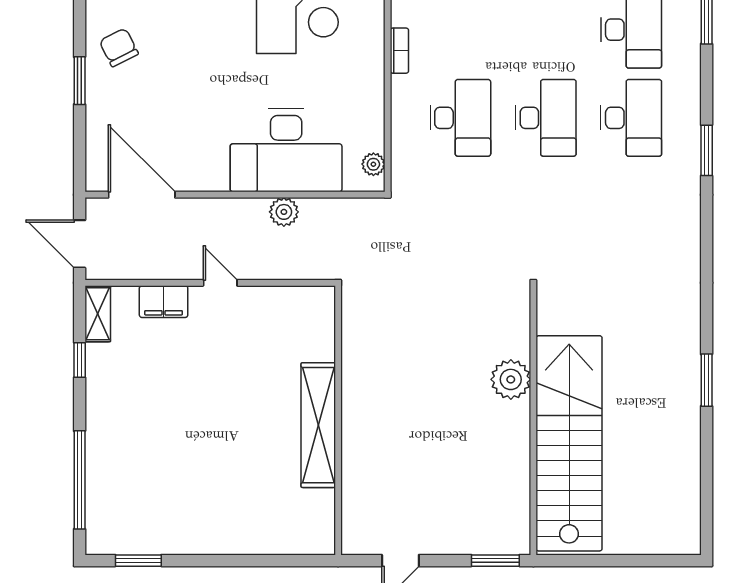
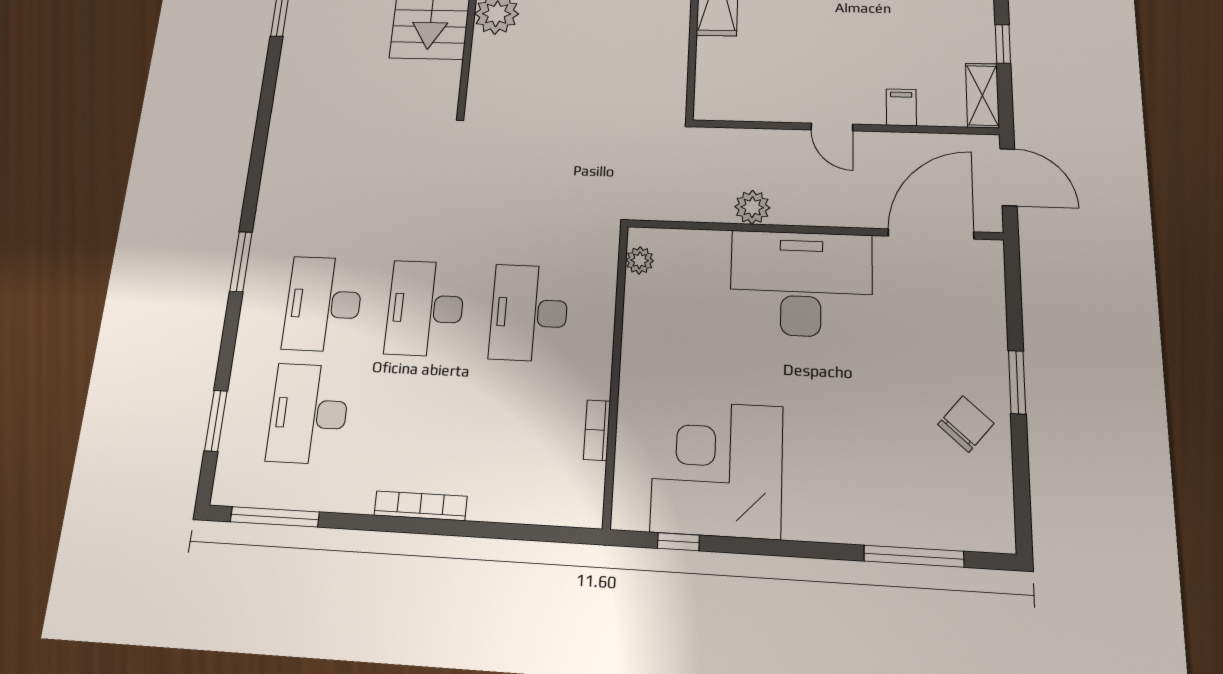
chair: (119, 47) -> (966, 424), turned -112
bookcase: (399, 51) -> (597, 430), moved
desk: (286, 150) -> (801, 284), moved
door: (142, 195) -> (931, 234), swing flipped
filing cabinet: (164, 302) -> (901, 107), width x0.50

